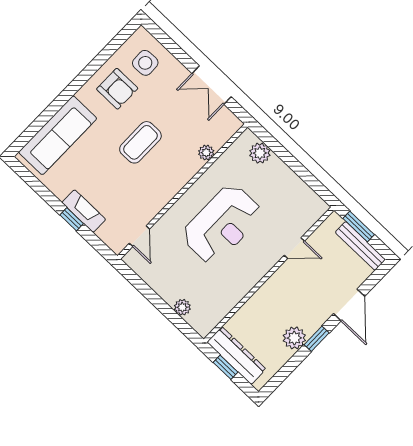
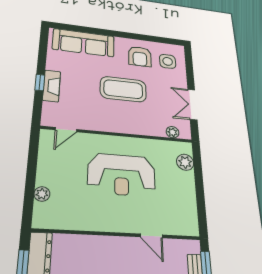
coffee table: (140, 142) -> (123, 89), width x1.36, depth x1.32
plant: (206, 153) -> (173, 132), moved

